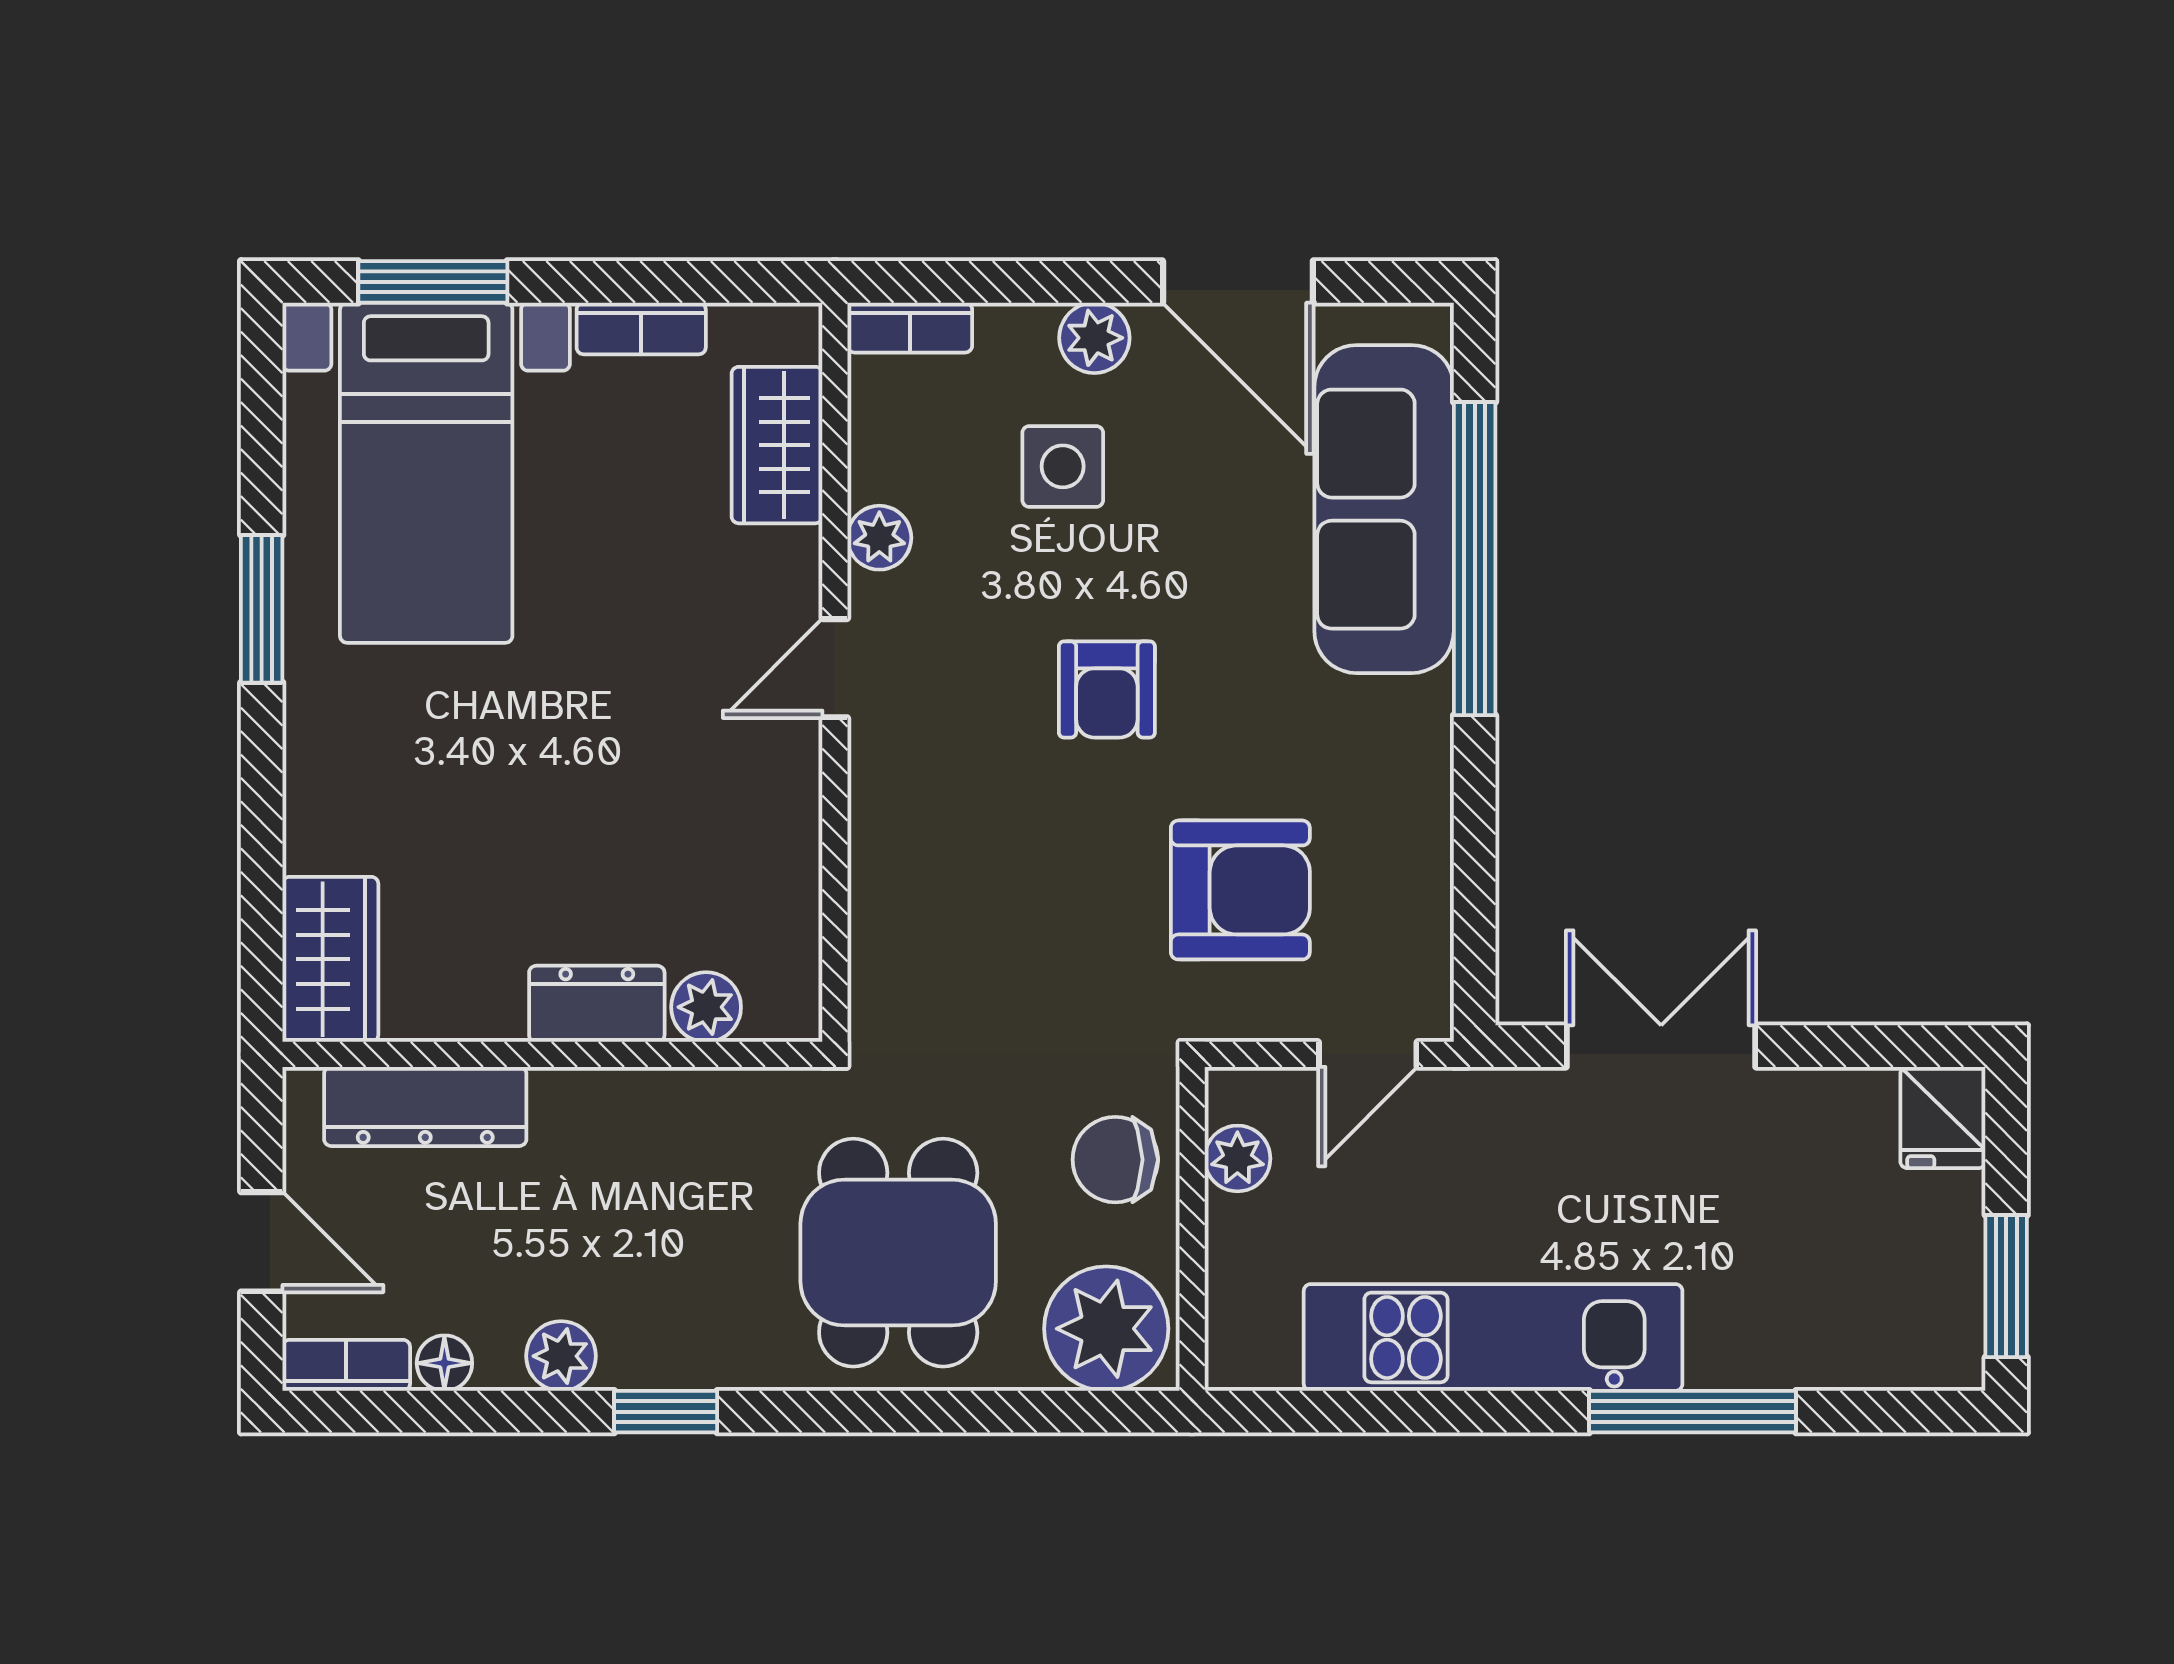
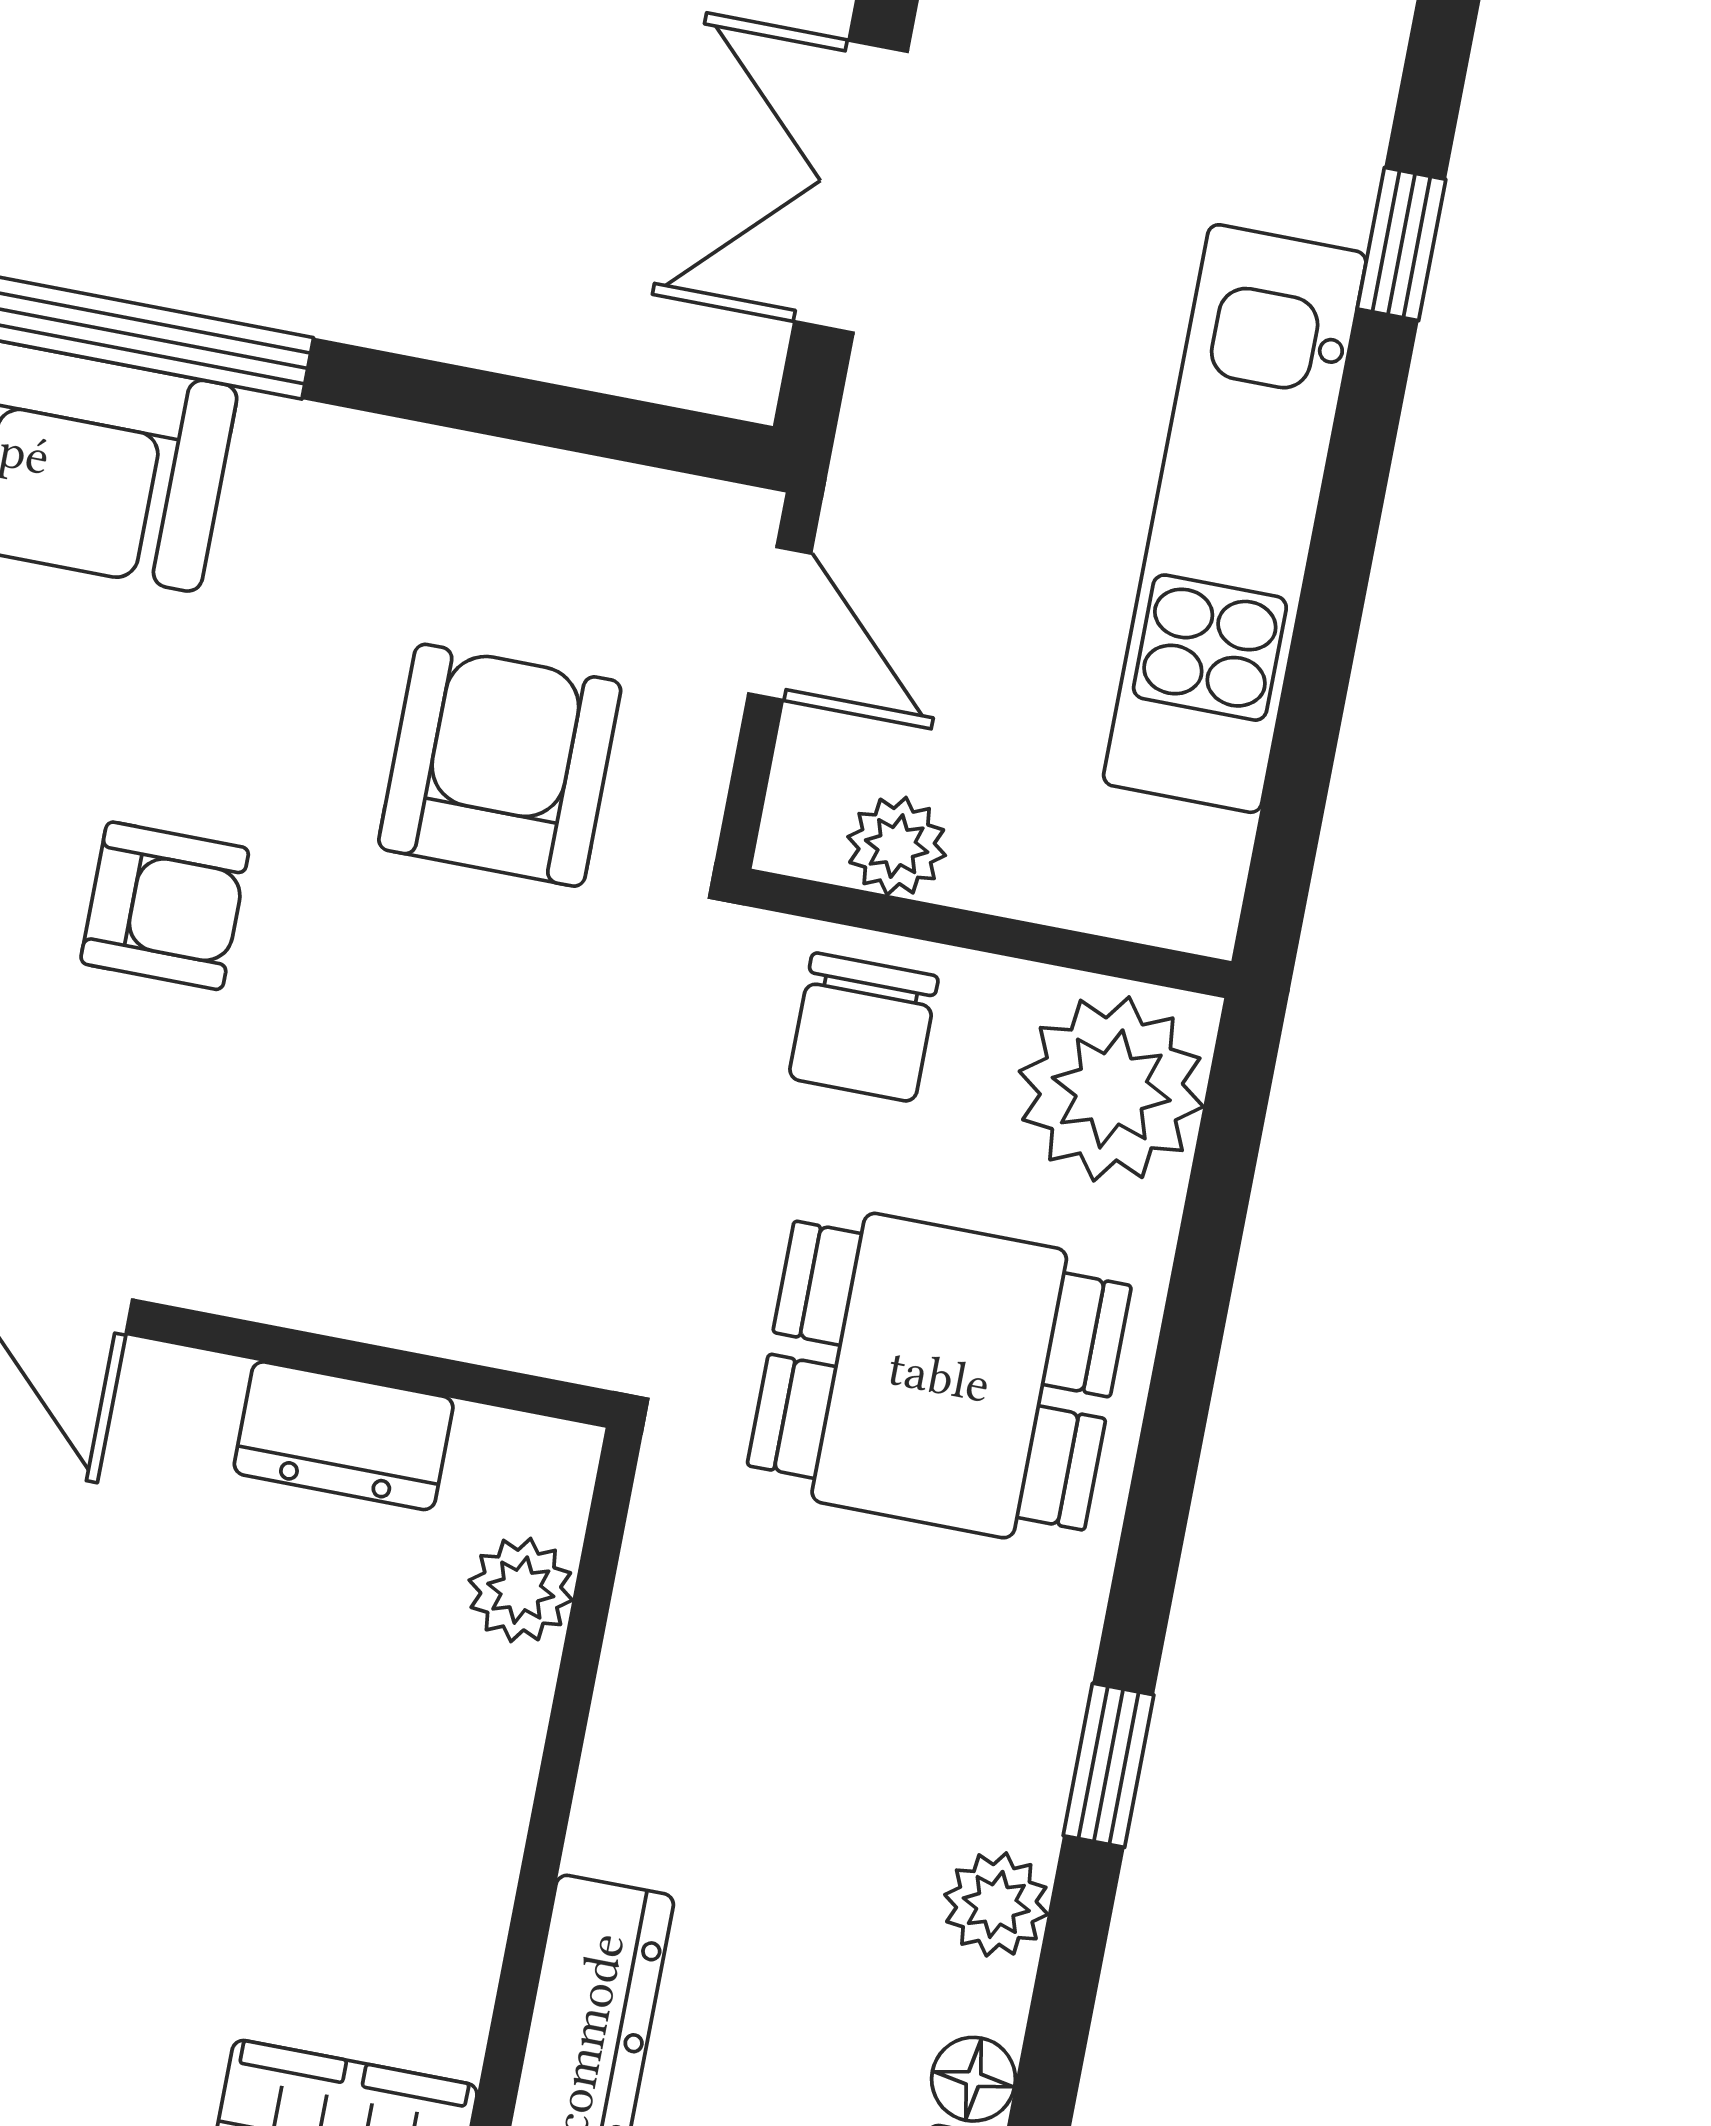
dresser: (597, 1004) -> (344, 1436), moved, turned -90
window: (1693, 1412) -> (1401, 244), width x0.46

